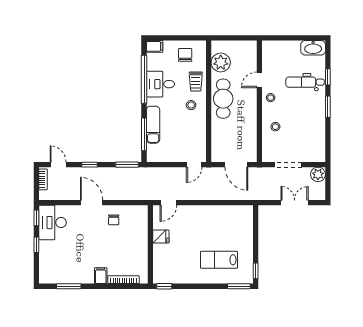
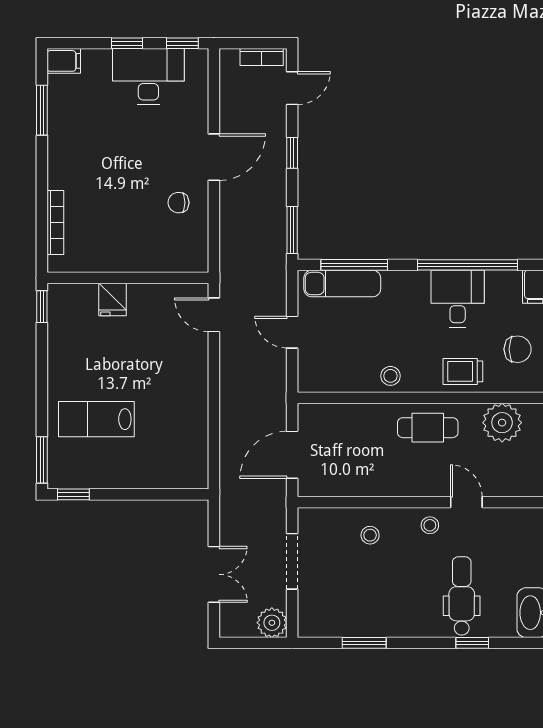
cafe table: (223, 99) -> (428, 428), width x0.73, depth x0.74
stool: (191, 105) -> (390, 376), moved
window: (328, 107) -> (364, 643), moved
exam couch: (153, 125) -> (342, 284), moved
door: (194, 165) -> (292, 332), moved
desk: (52, 223) -> (148, 77), moved
fridge: (161, 237) -> (112, 300), moved
lab bench: (219, 260) -> (96, 419), turned -90
filing cabinet: (101, 276) -> (64, 61), moved

